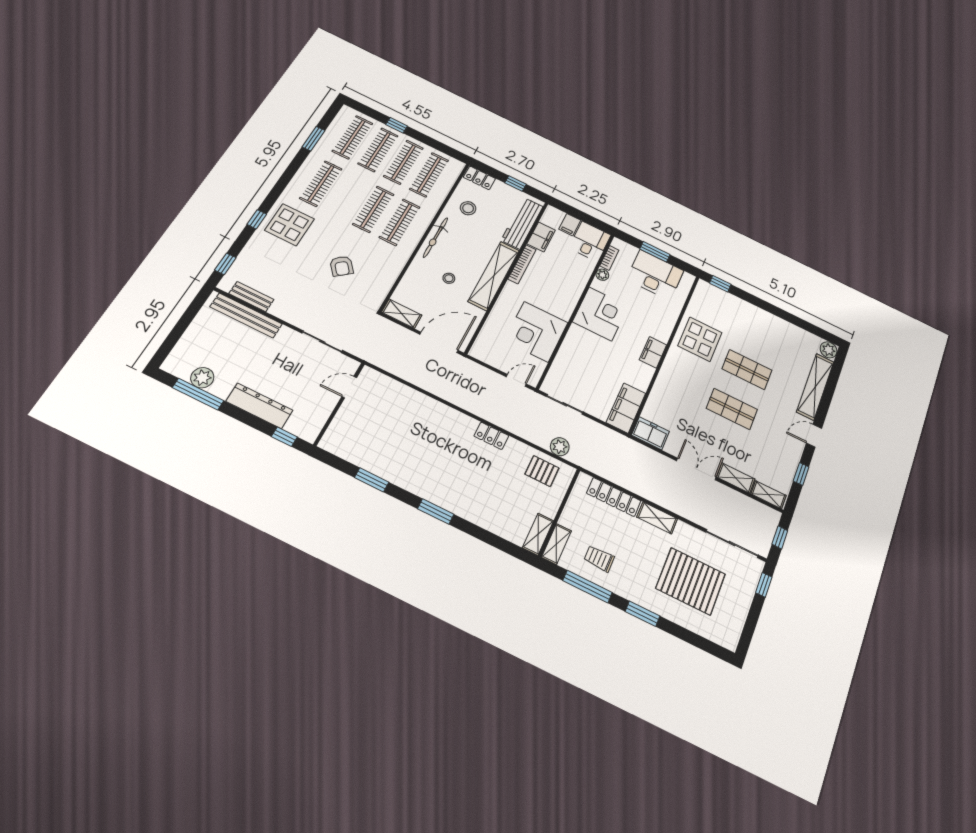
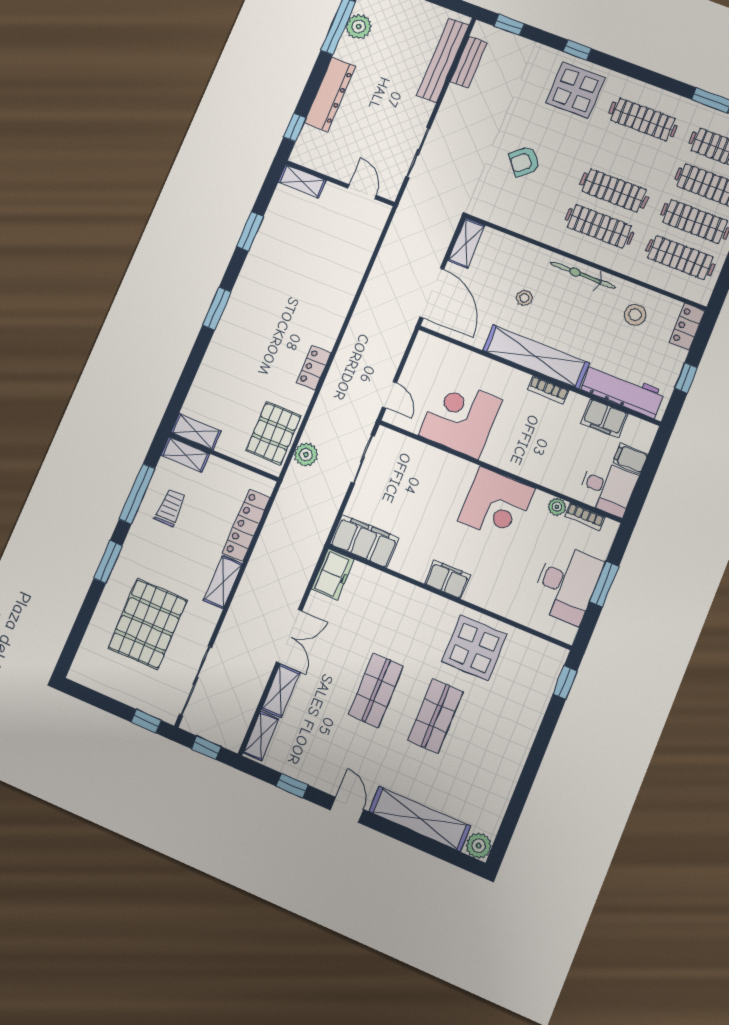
bookcase: (522, 264) -> (548, 390), width x0.64
shelving: (333, 434) -> (302, 181), added
pallet: (542, 471) -> (273, 433), width x1.50, depth x1.42

